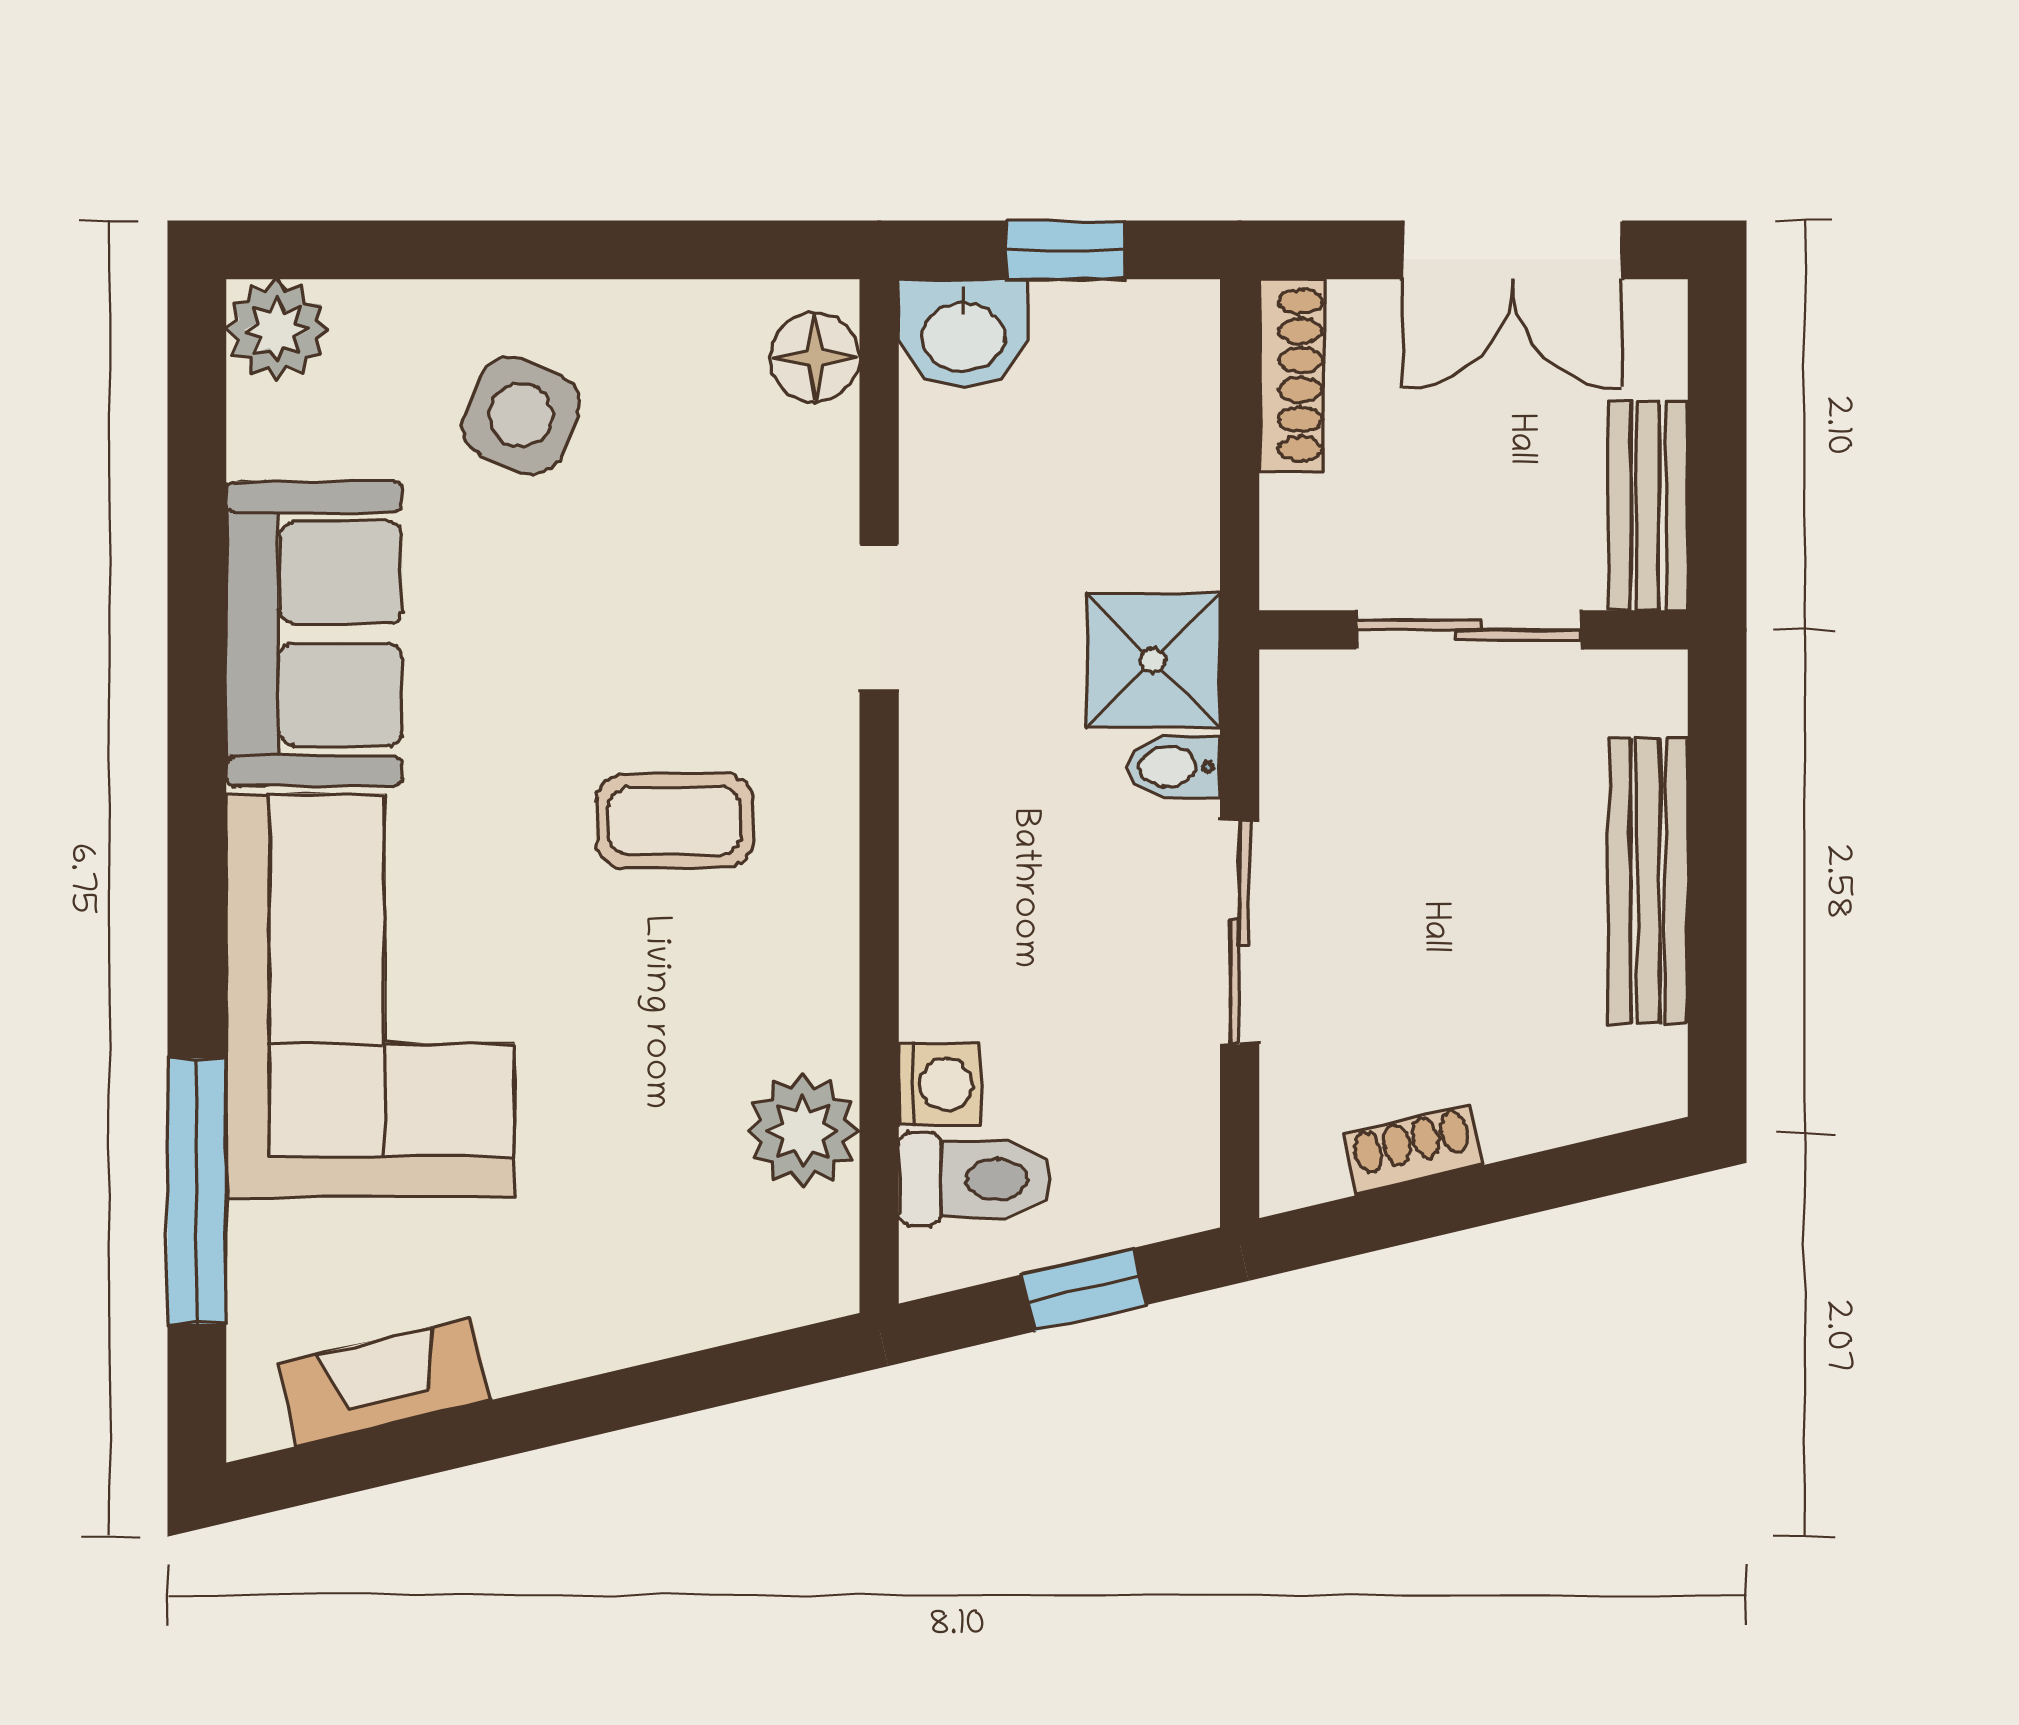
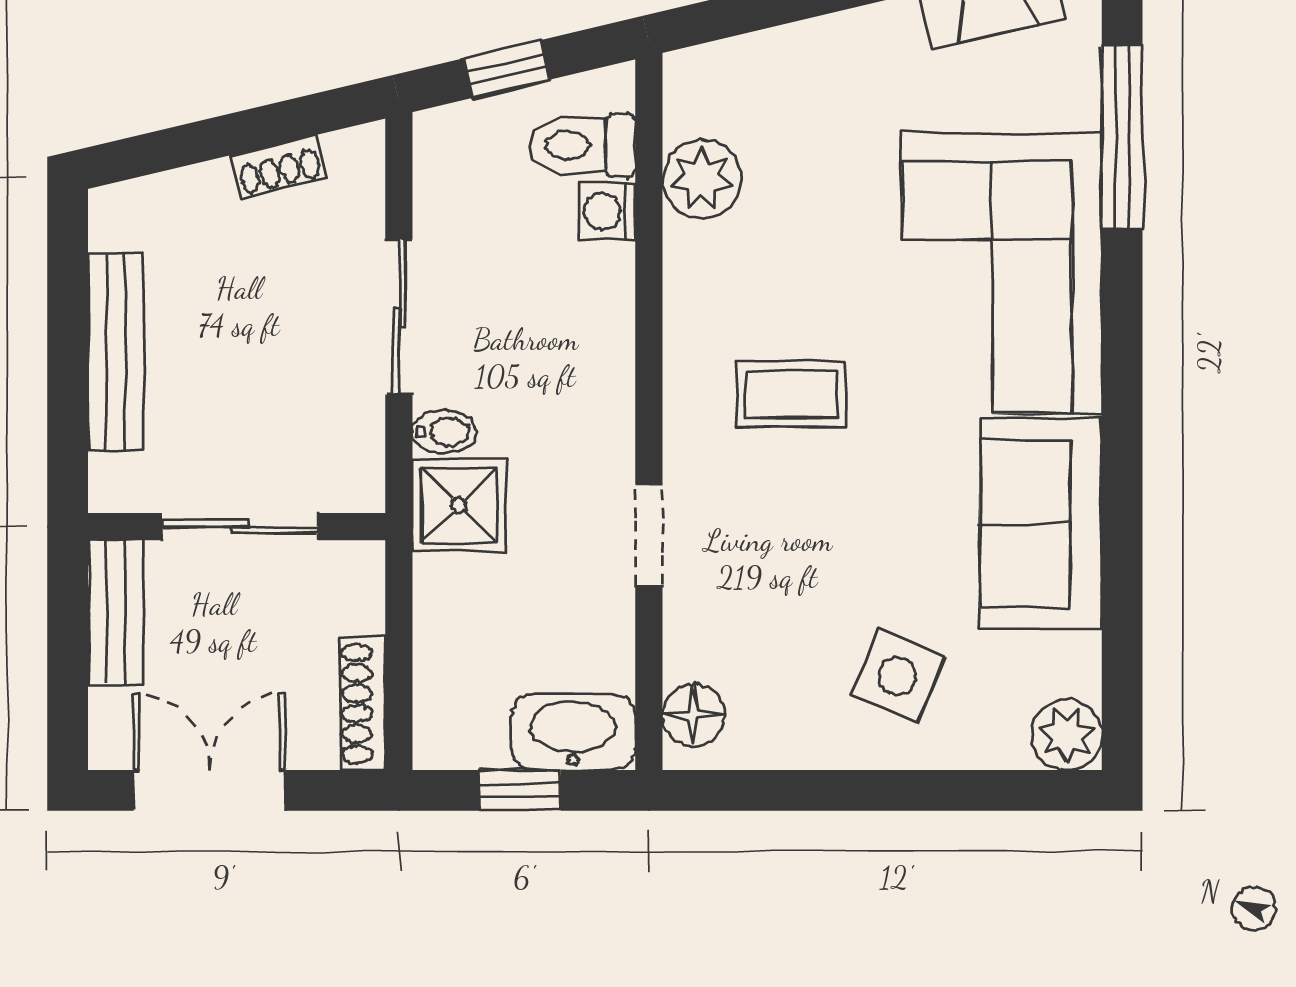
washbasin: (963, 334) -> (573, 732), width x1.38

